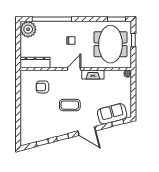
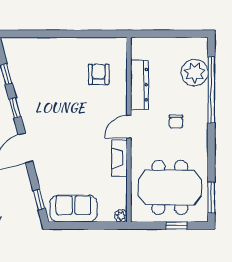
plant: (28, 29) -> (195, 73), moved
dresser: (35, 62) -> (139, 85), moved
door: (74, 69) -> (129, 127), swing flipped
coffee table: (70, 105) -> (69, 120), removed
sofa: (112, 114) -> (73, 209), moved, turned -75

